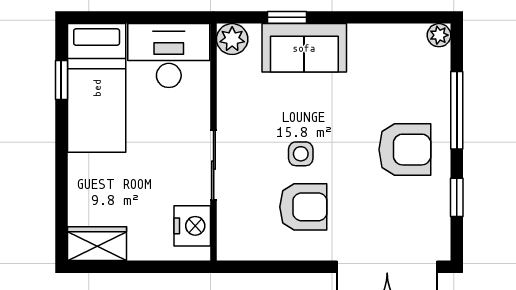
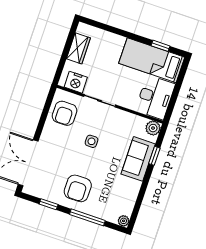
armchair: (303, 207) -> (65, 113), moved
wardrobe: (97, 244) -> (78, 48), moved

